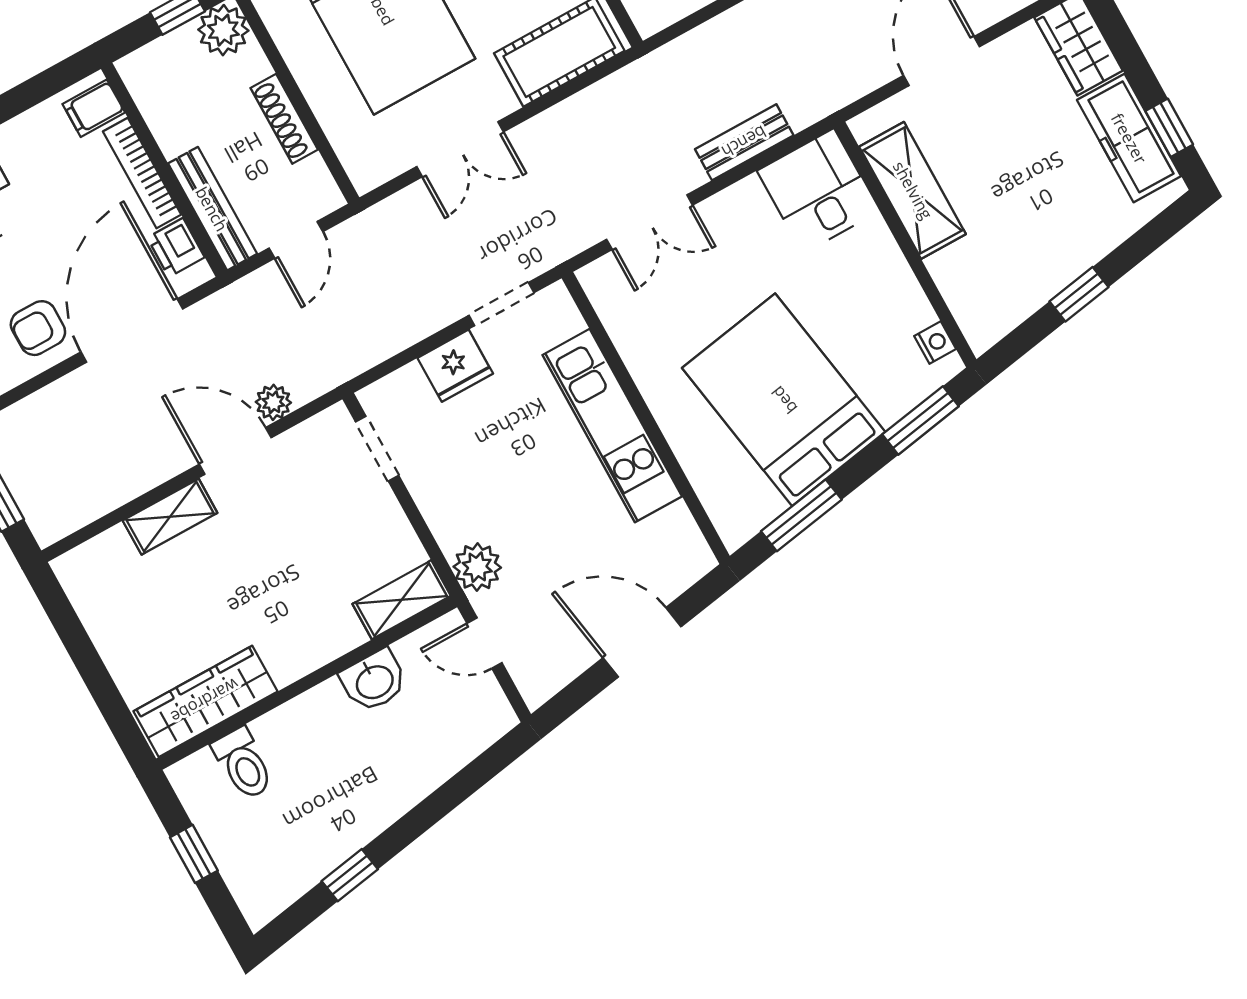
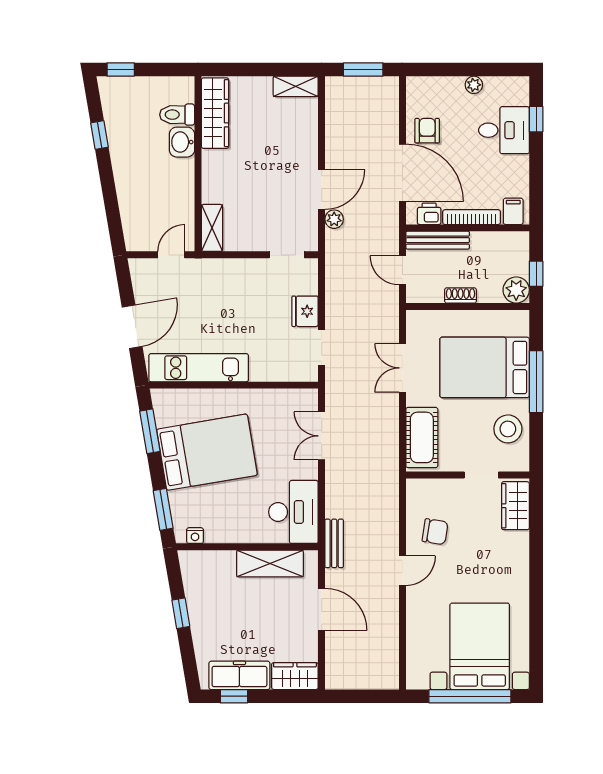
shoe rack: (284, 119) -> (461, 295), width x0.70
bench: (744, 142) -> (334, 543), moved
desk: (818, 191) -> (293, 512), width x1.37
kitchen unit: (612, 426) -> (199, 368), moved
shelving: (170, 517) -> (296, 86), moved, turned 90
plant: (477, 567) -> (208, 271), removed
washbasin: (374, 681) -> (182, 142), moved
window: (194, 854) -> (121, 69), moved

